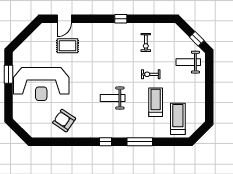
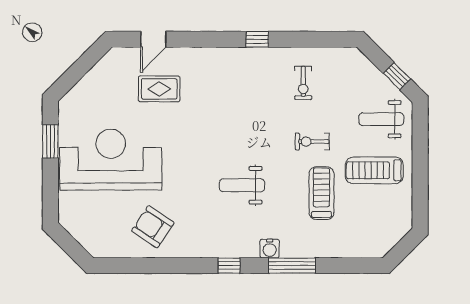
reception desk: (41, 84) -> (111, 160), turned 180
treadmill: (178, 119) -> (374, 170), moved, turned -90
water cooler: (128, 132) -> (270, 249), added

